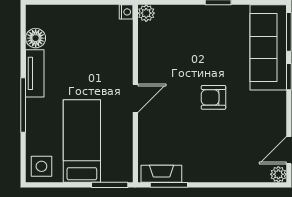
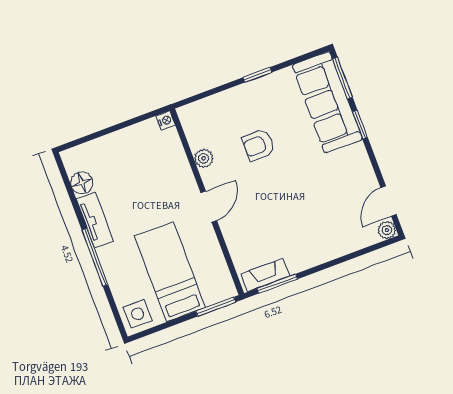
plant: (146, 13) -> (204, 158), moved
armchair: (213, 97) -> (258, 145), moved

